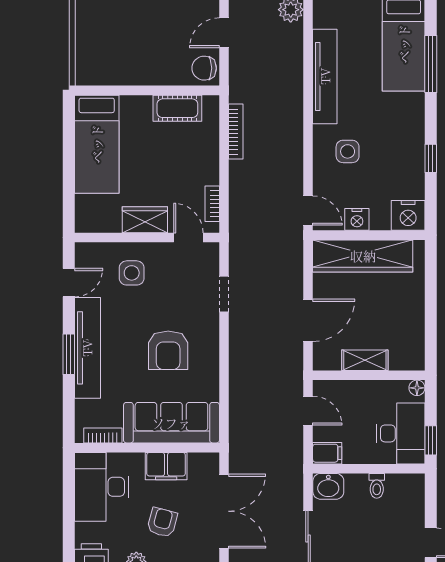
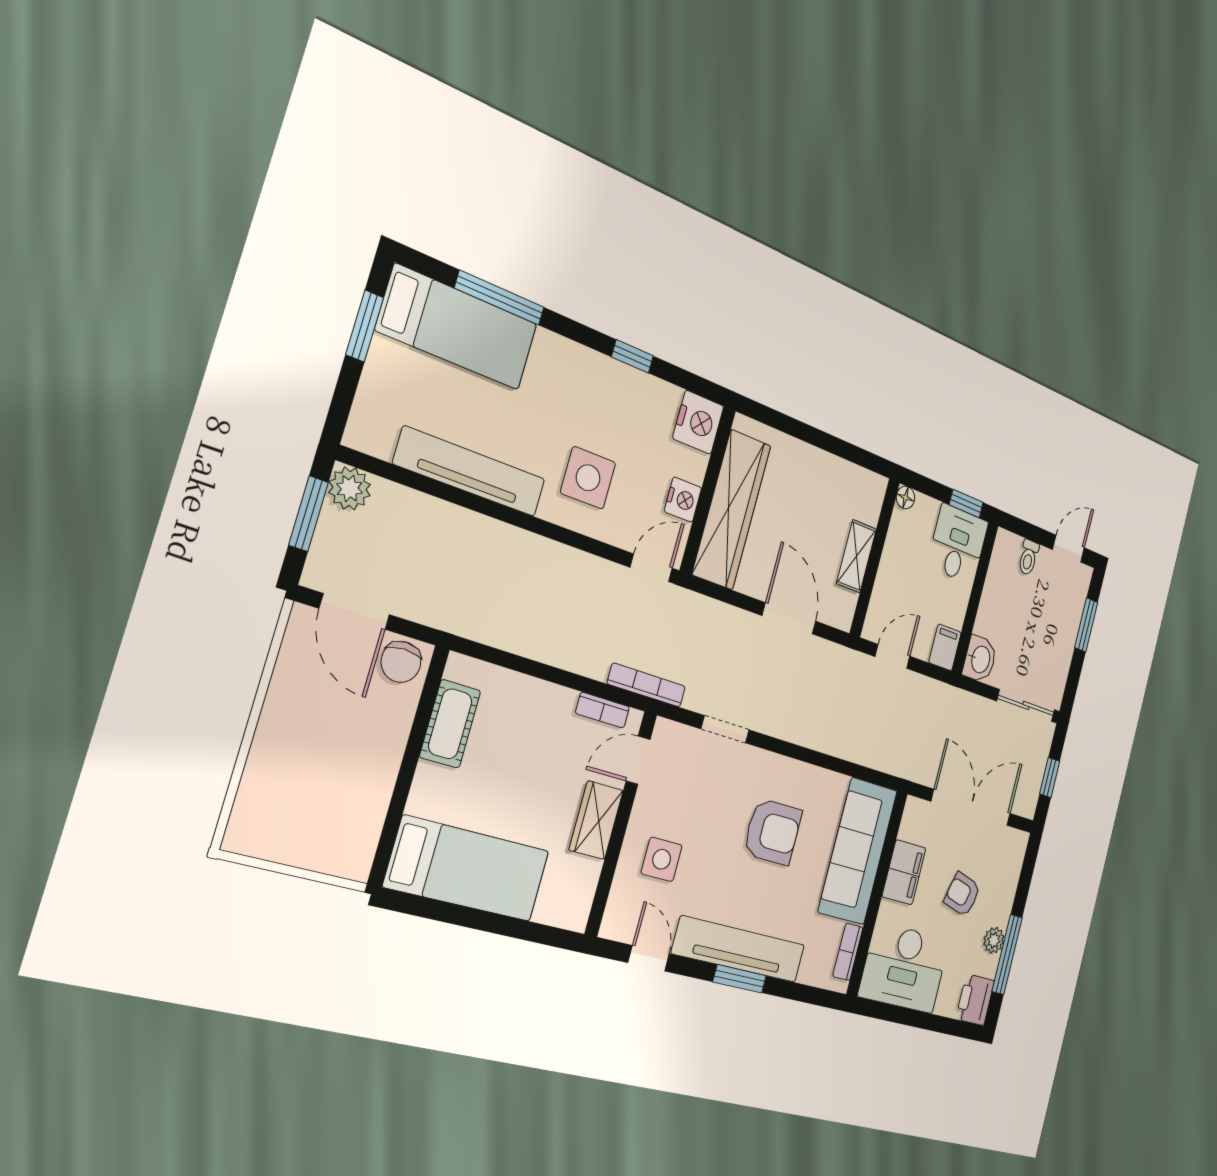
door: (224, 33) -> (354, 612), width x1.38
bookcase: (236, 132) -> (646, 685), moved
side table: (348, 151) -> (588, 478), width x1.37, depth x1.37
desk: (401, 433) -> (958, 544), width x0.73
toilet: (377, 486) -> (1028, 557), moved, turned 90

